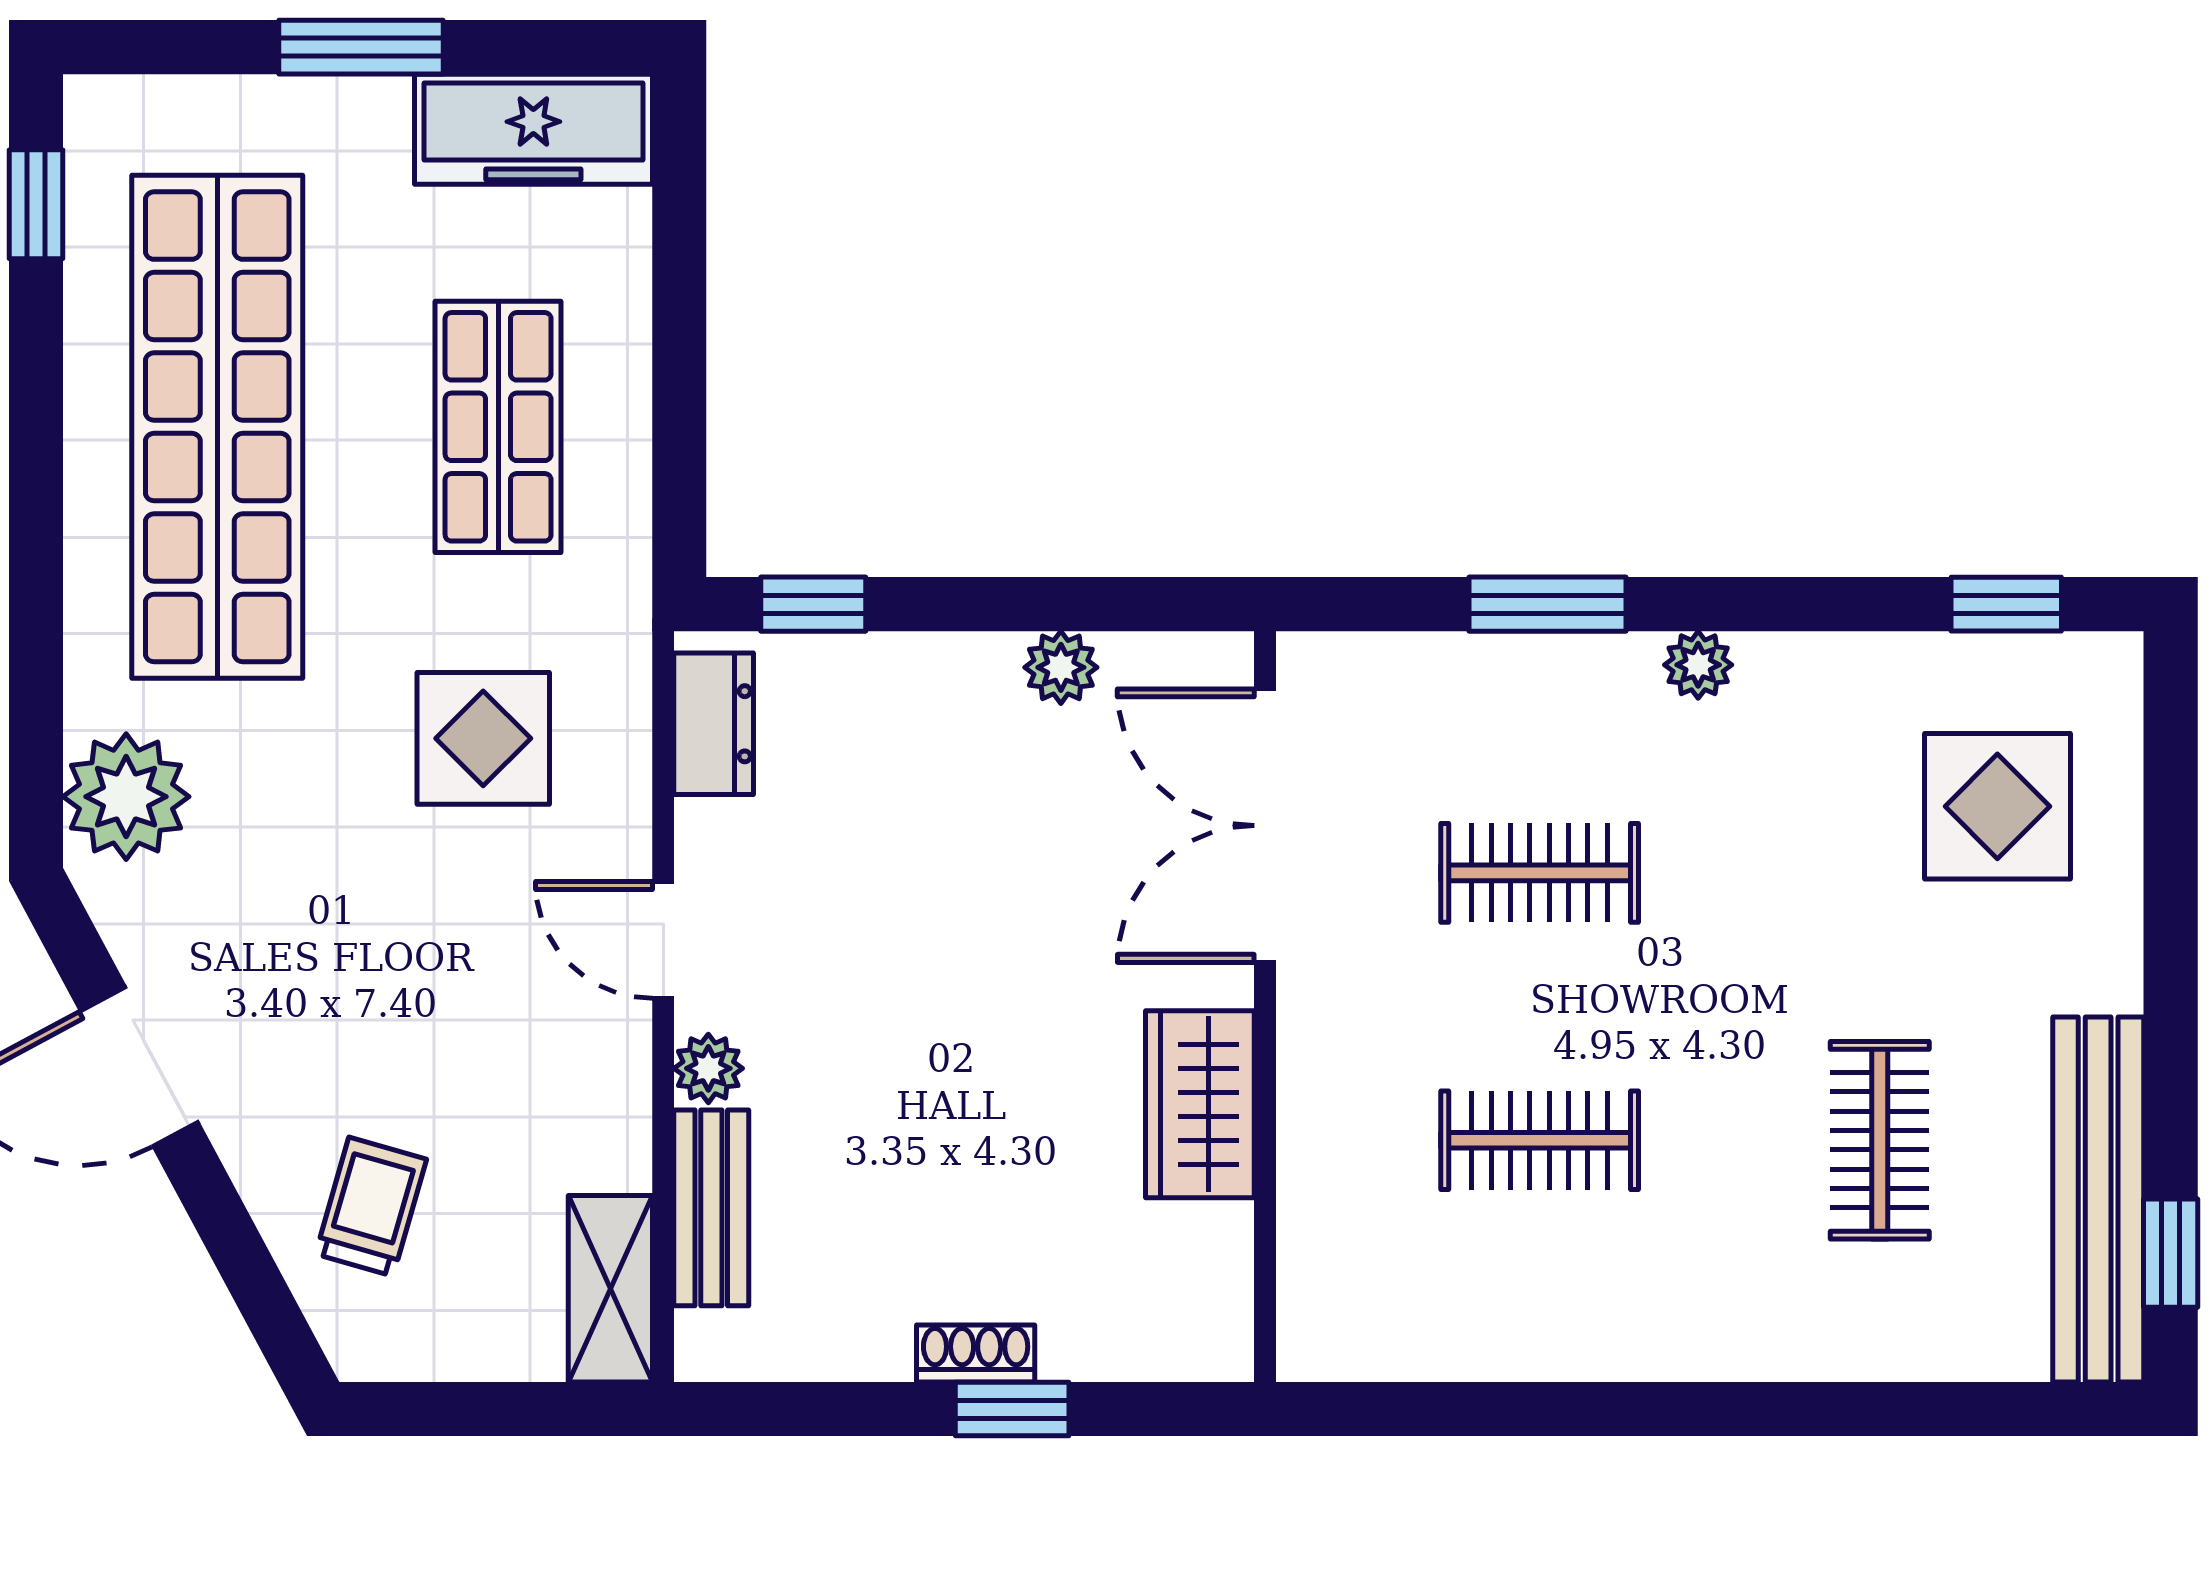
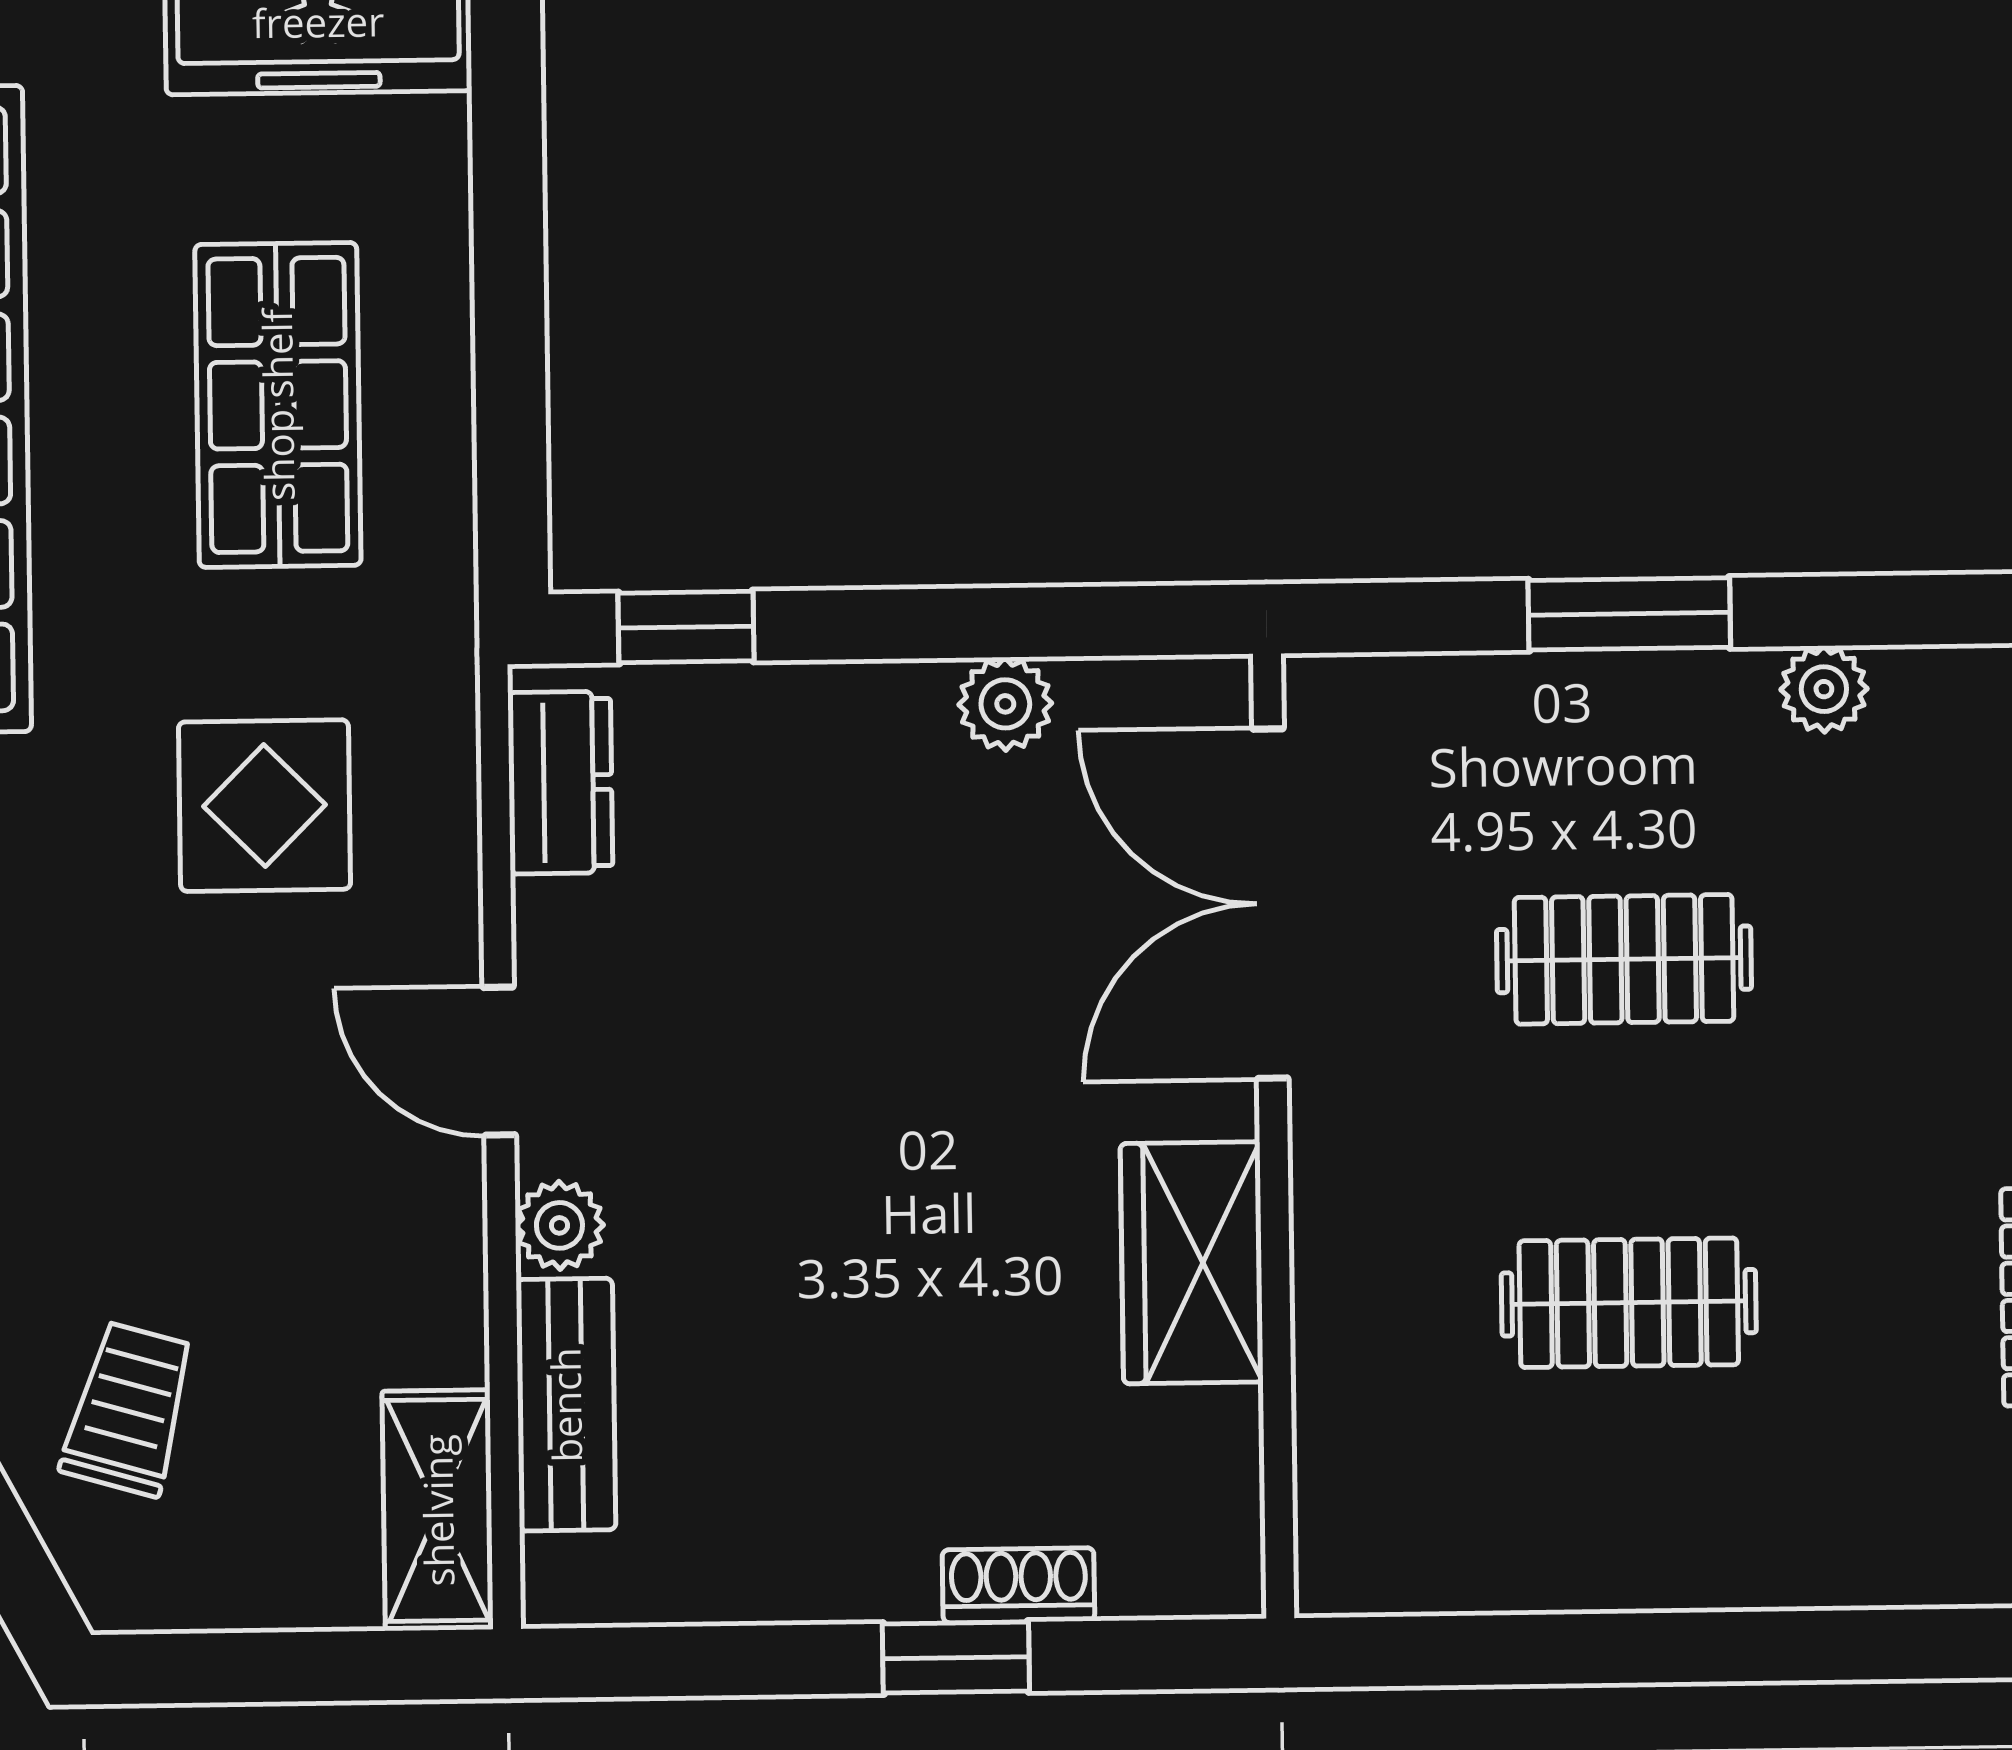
shoe rack: (976, 1353) -> (1018, 1585), moved

